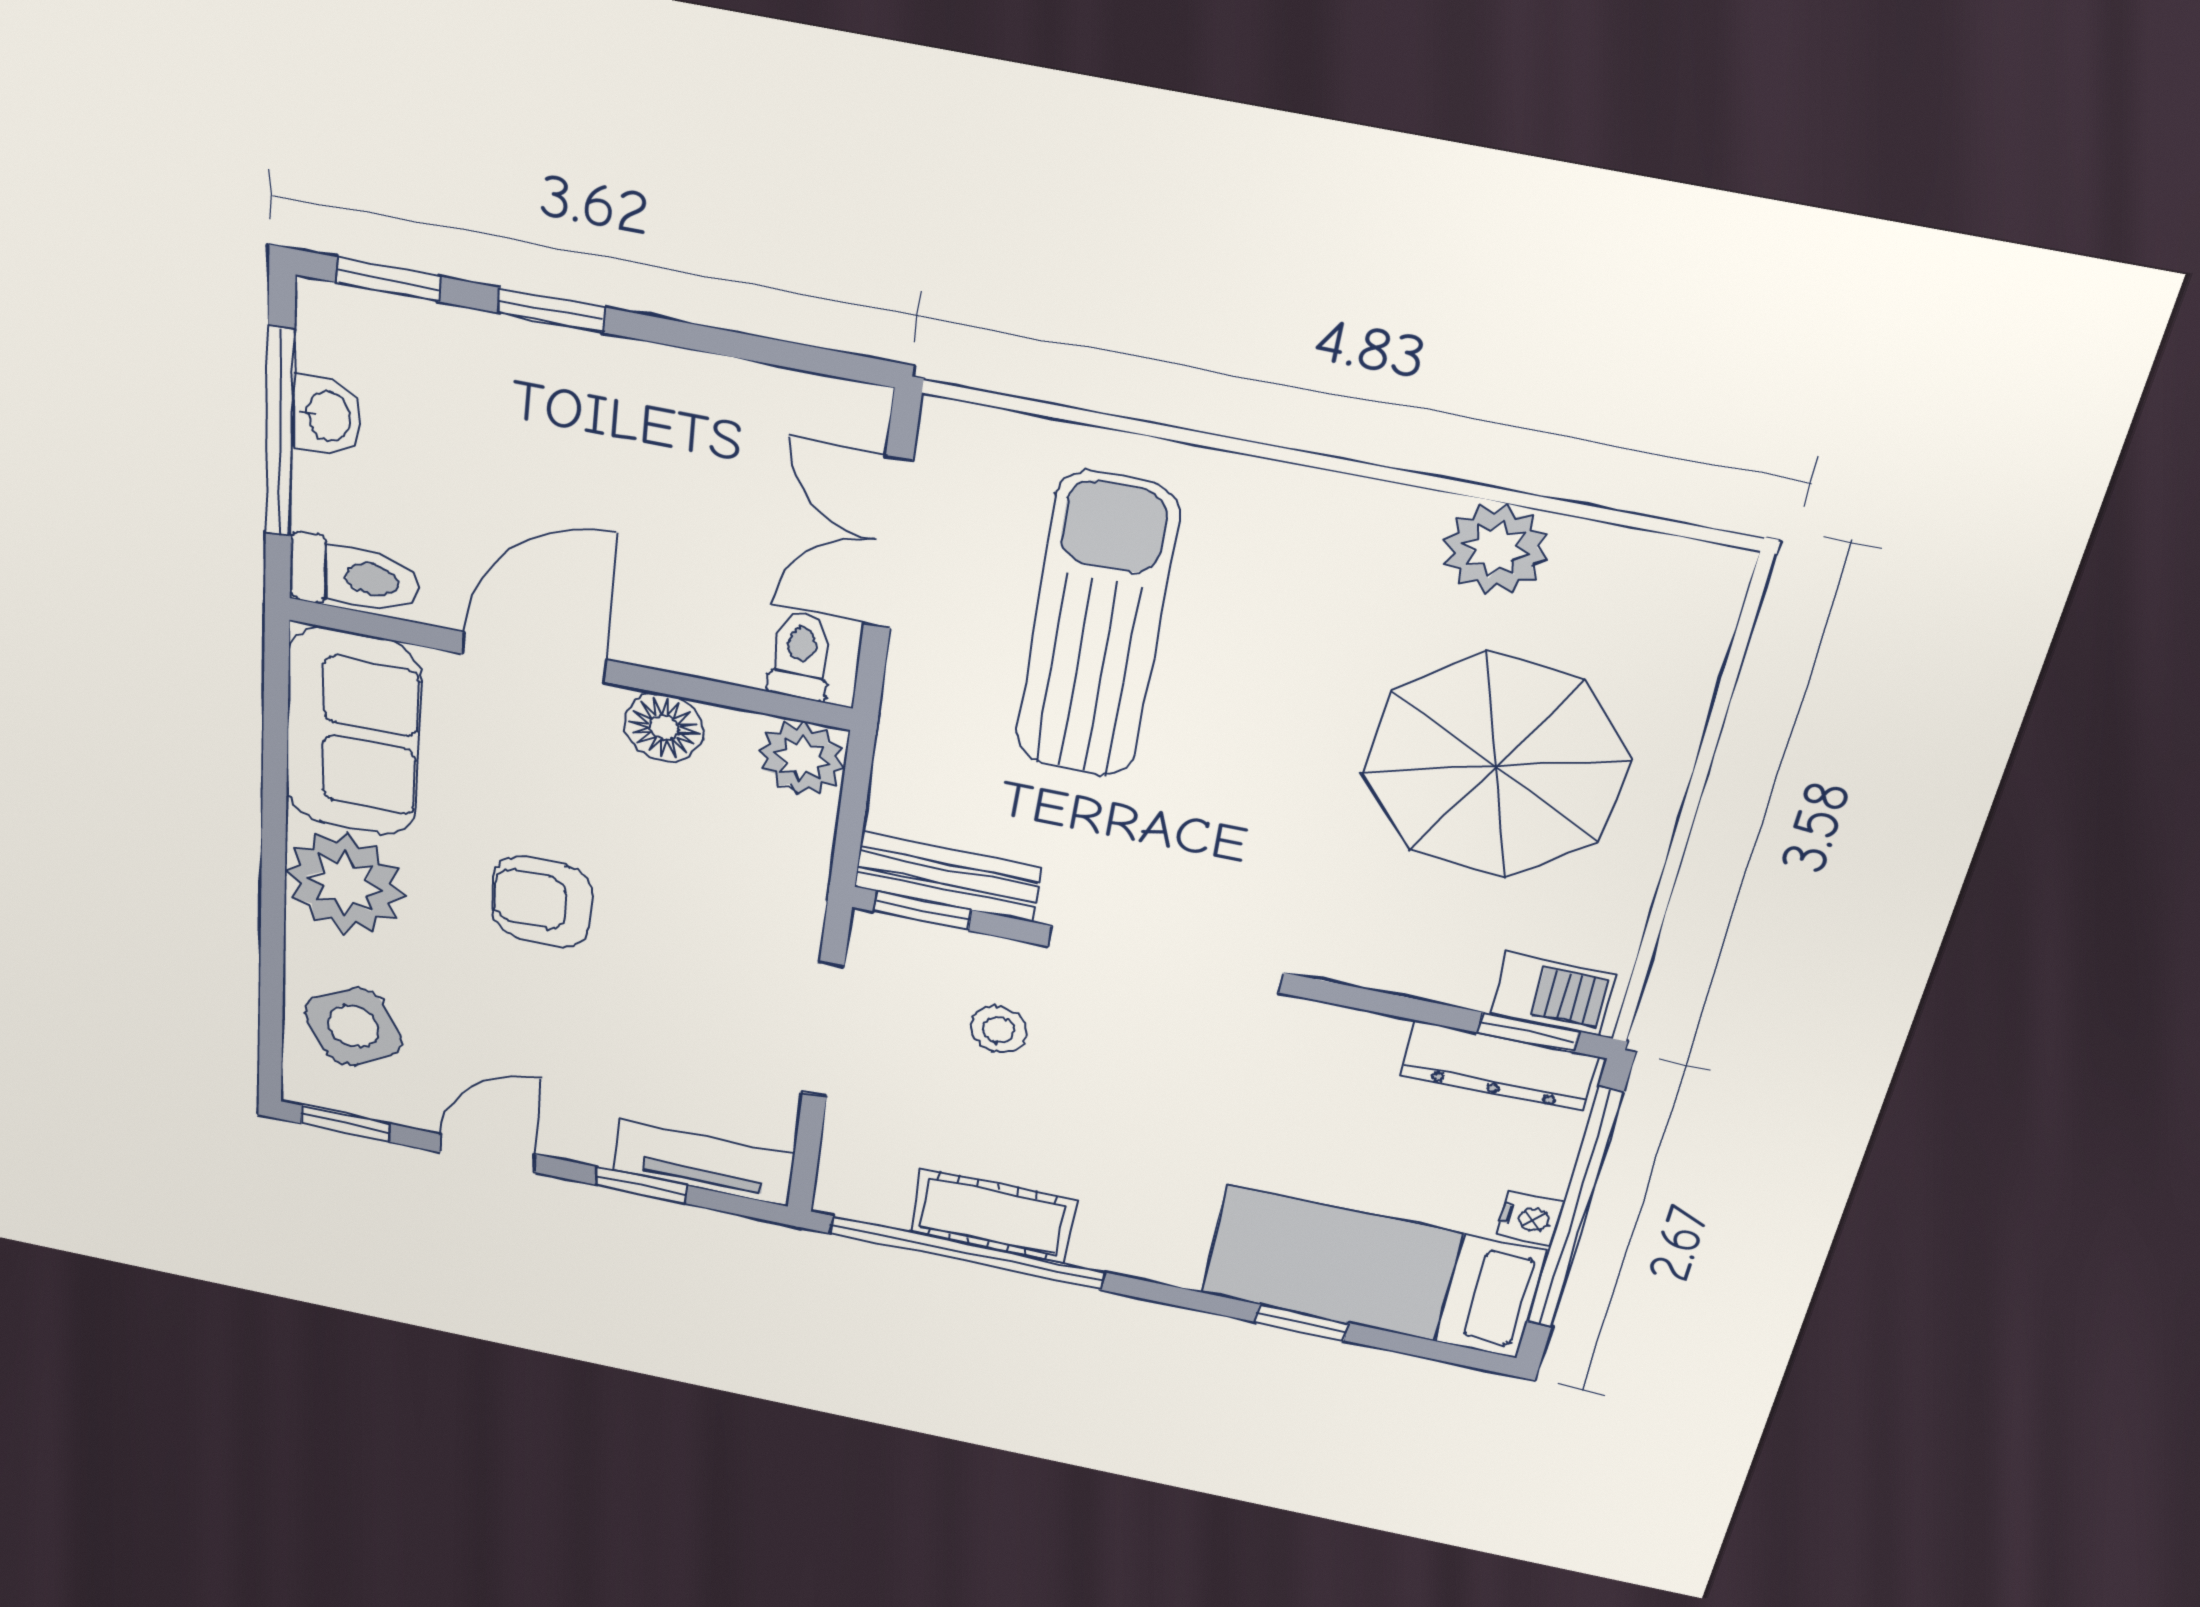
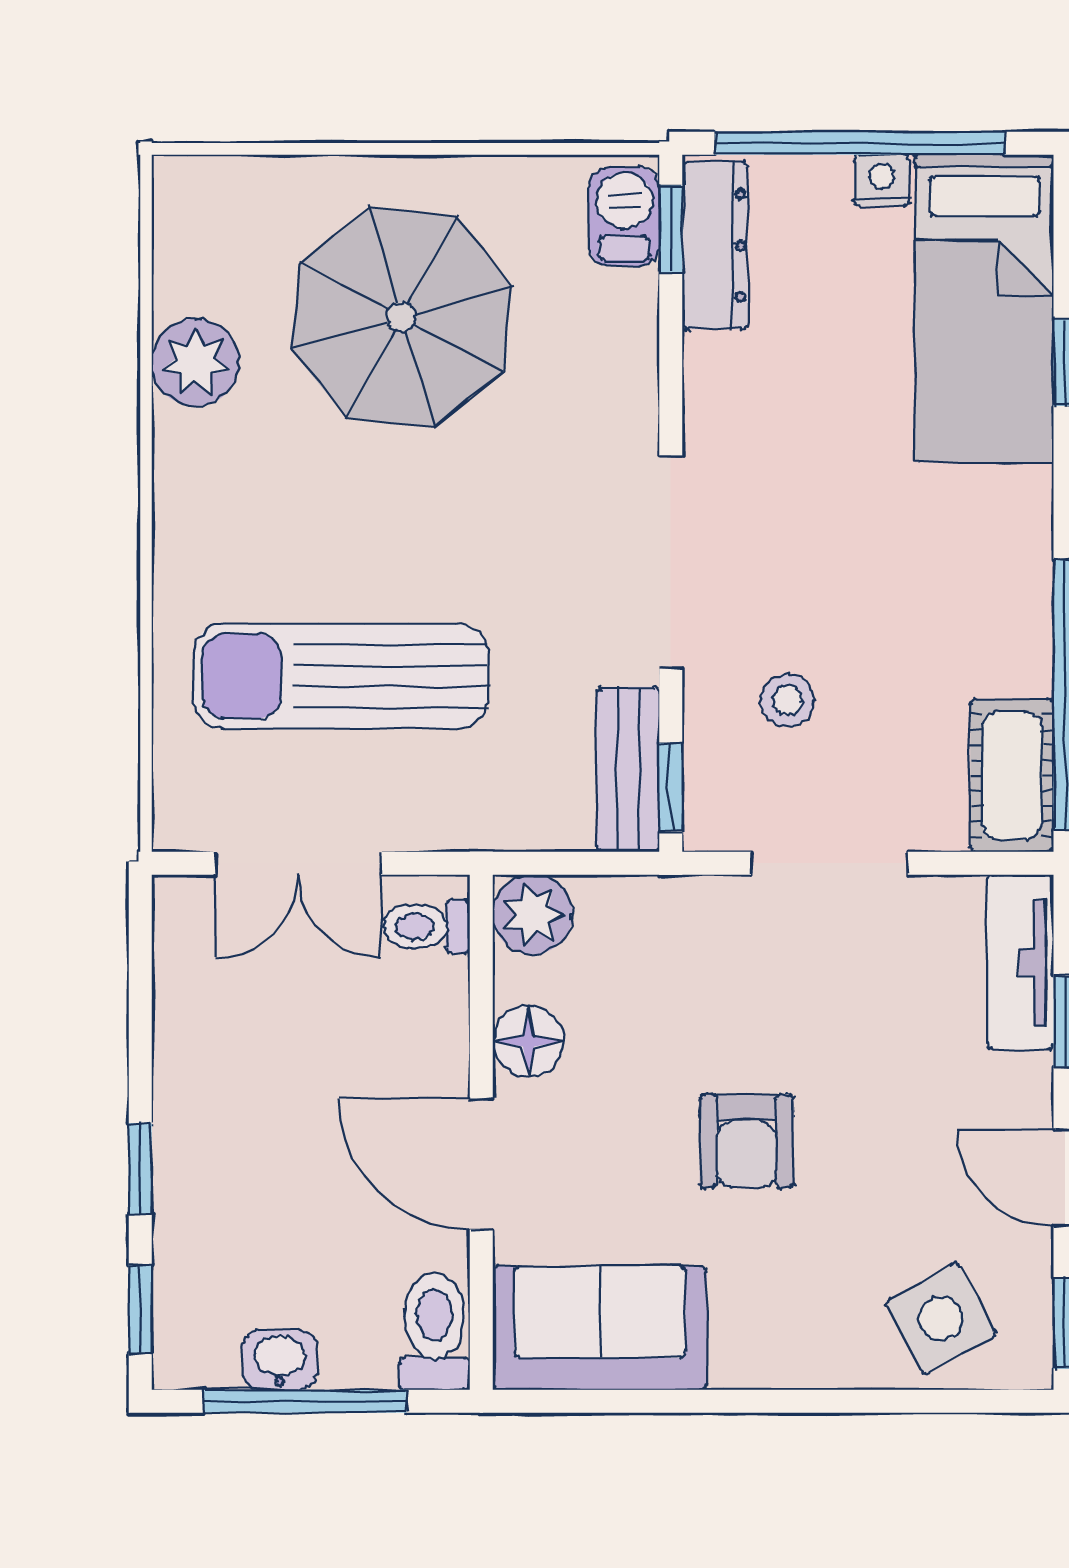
plant: (345, 883) -> (771, 1331), removed
cot: (993, 1216) -> (1012, 775), moved

